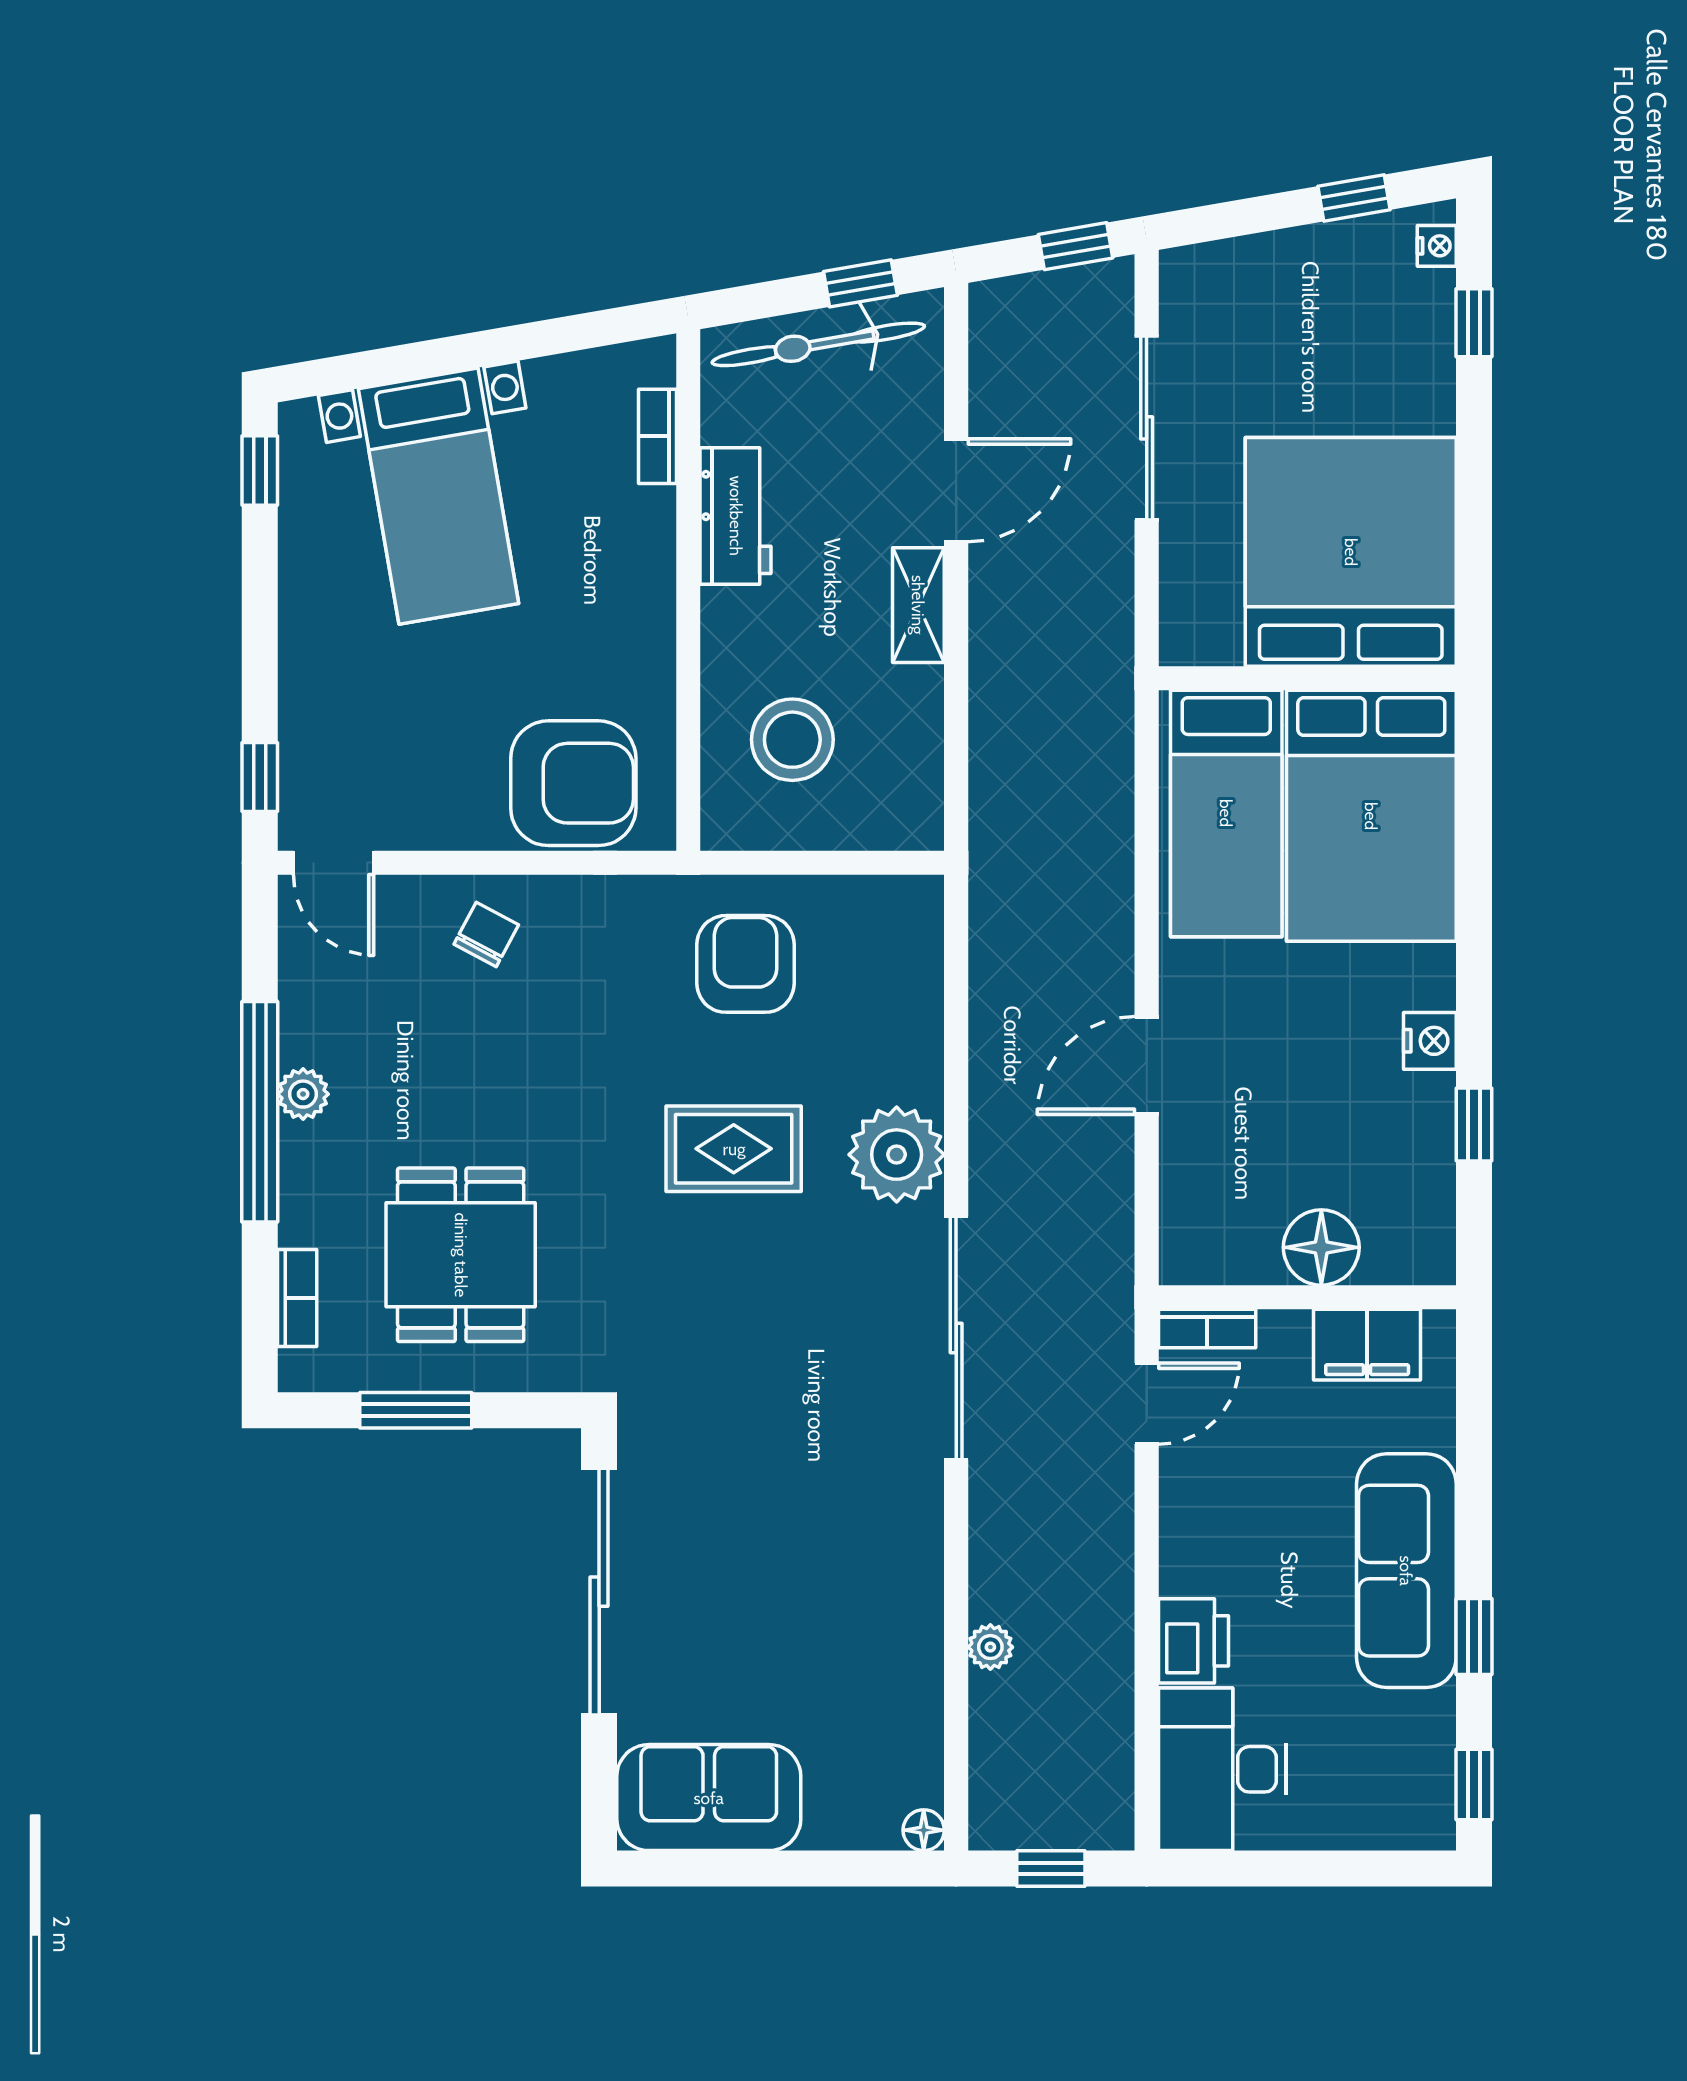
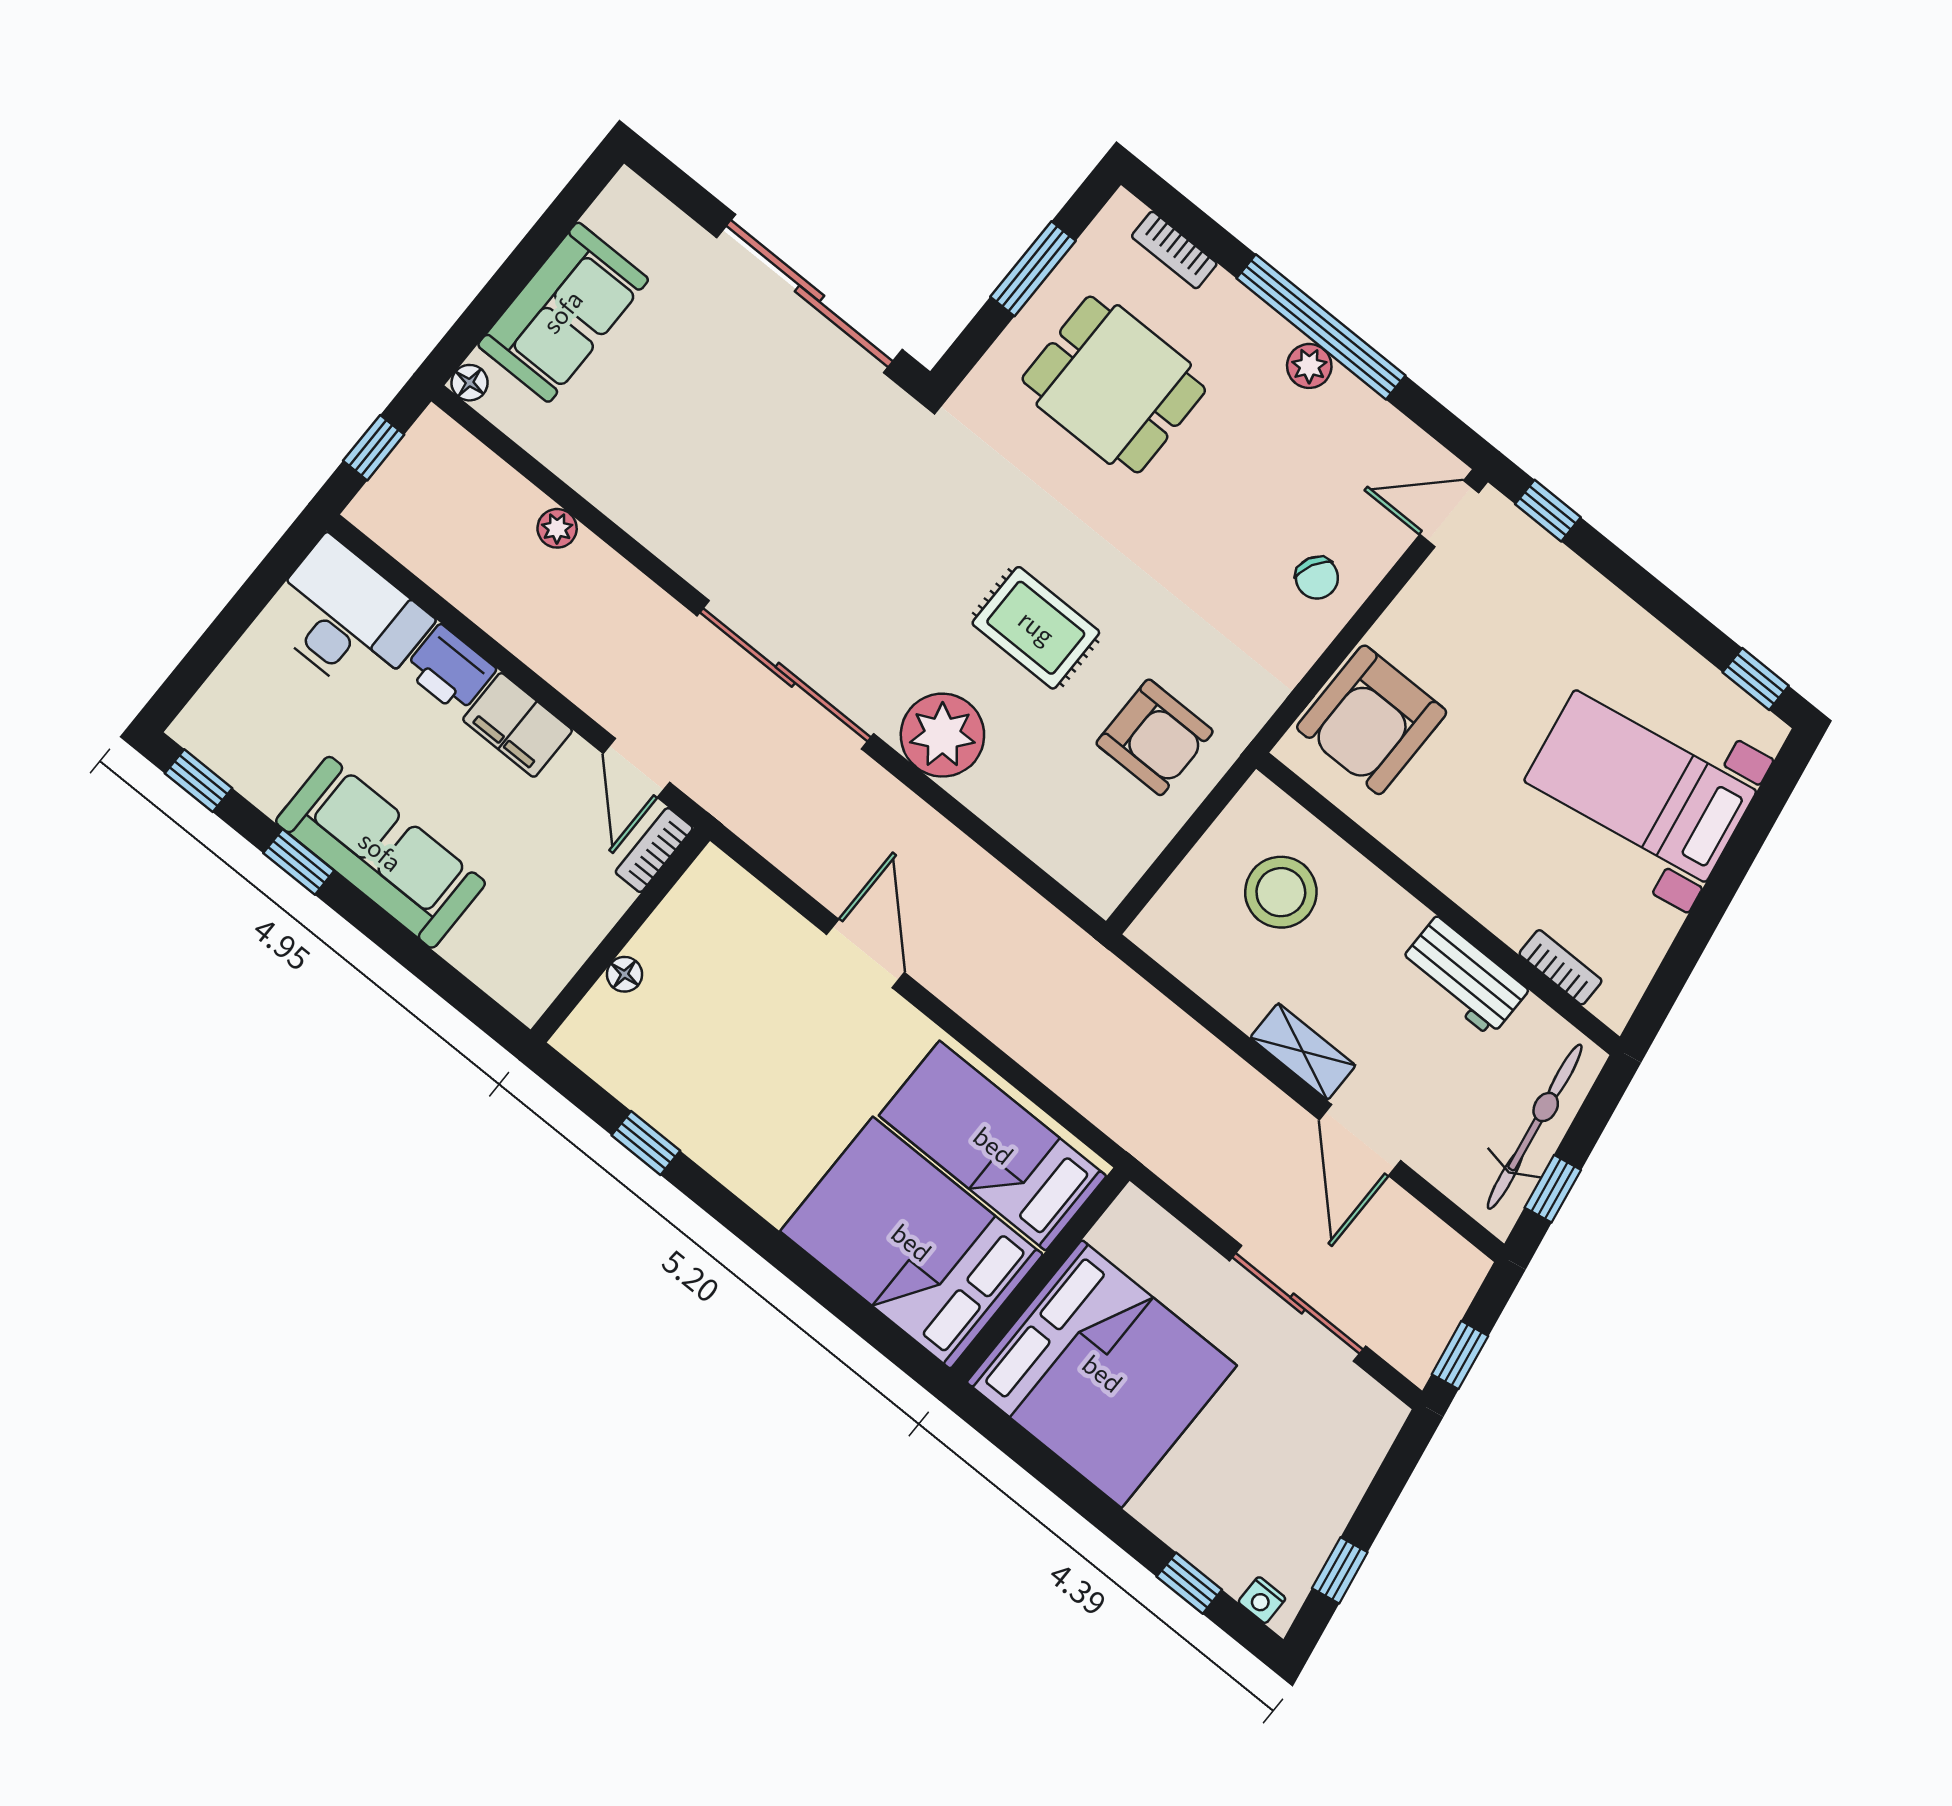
nightstand: (1430, 1041) -> (727, 1159), removed
rug: (734, 1149) -> (1036, 628), turned 90
floor lamp: (1321, 1247) -> (624, 974), width x0.53, depth x0.53
filing cabinet: (1367, 1345) -> (517, 725), moved, turned -90
sofa: (709, 1798) -> (563, 312), moved

